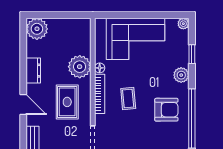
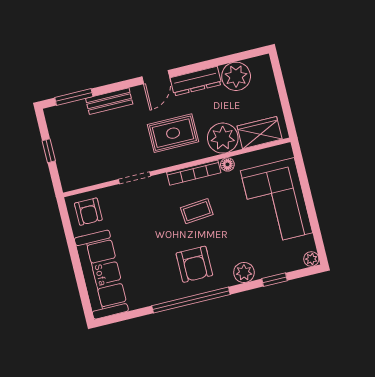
plant: (37, 29) -> (236, 76), moved
wardrobe: (82, 39) -> (260, 133), added
dresser: (33, 71) -> (196, 81), width x1.44

